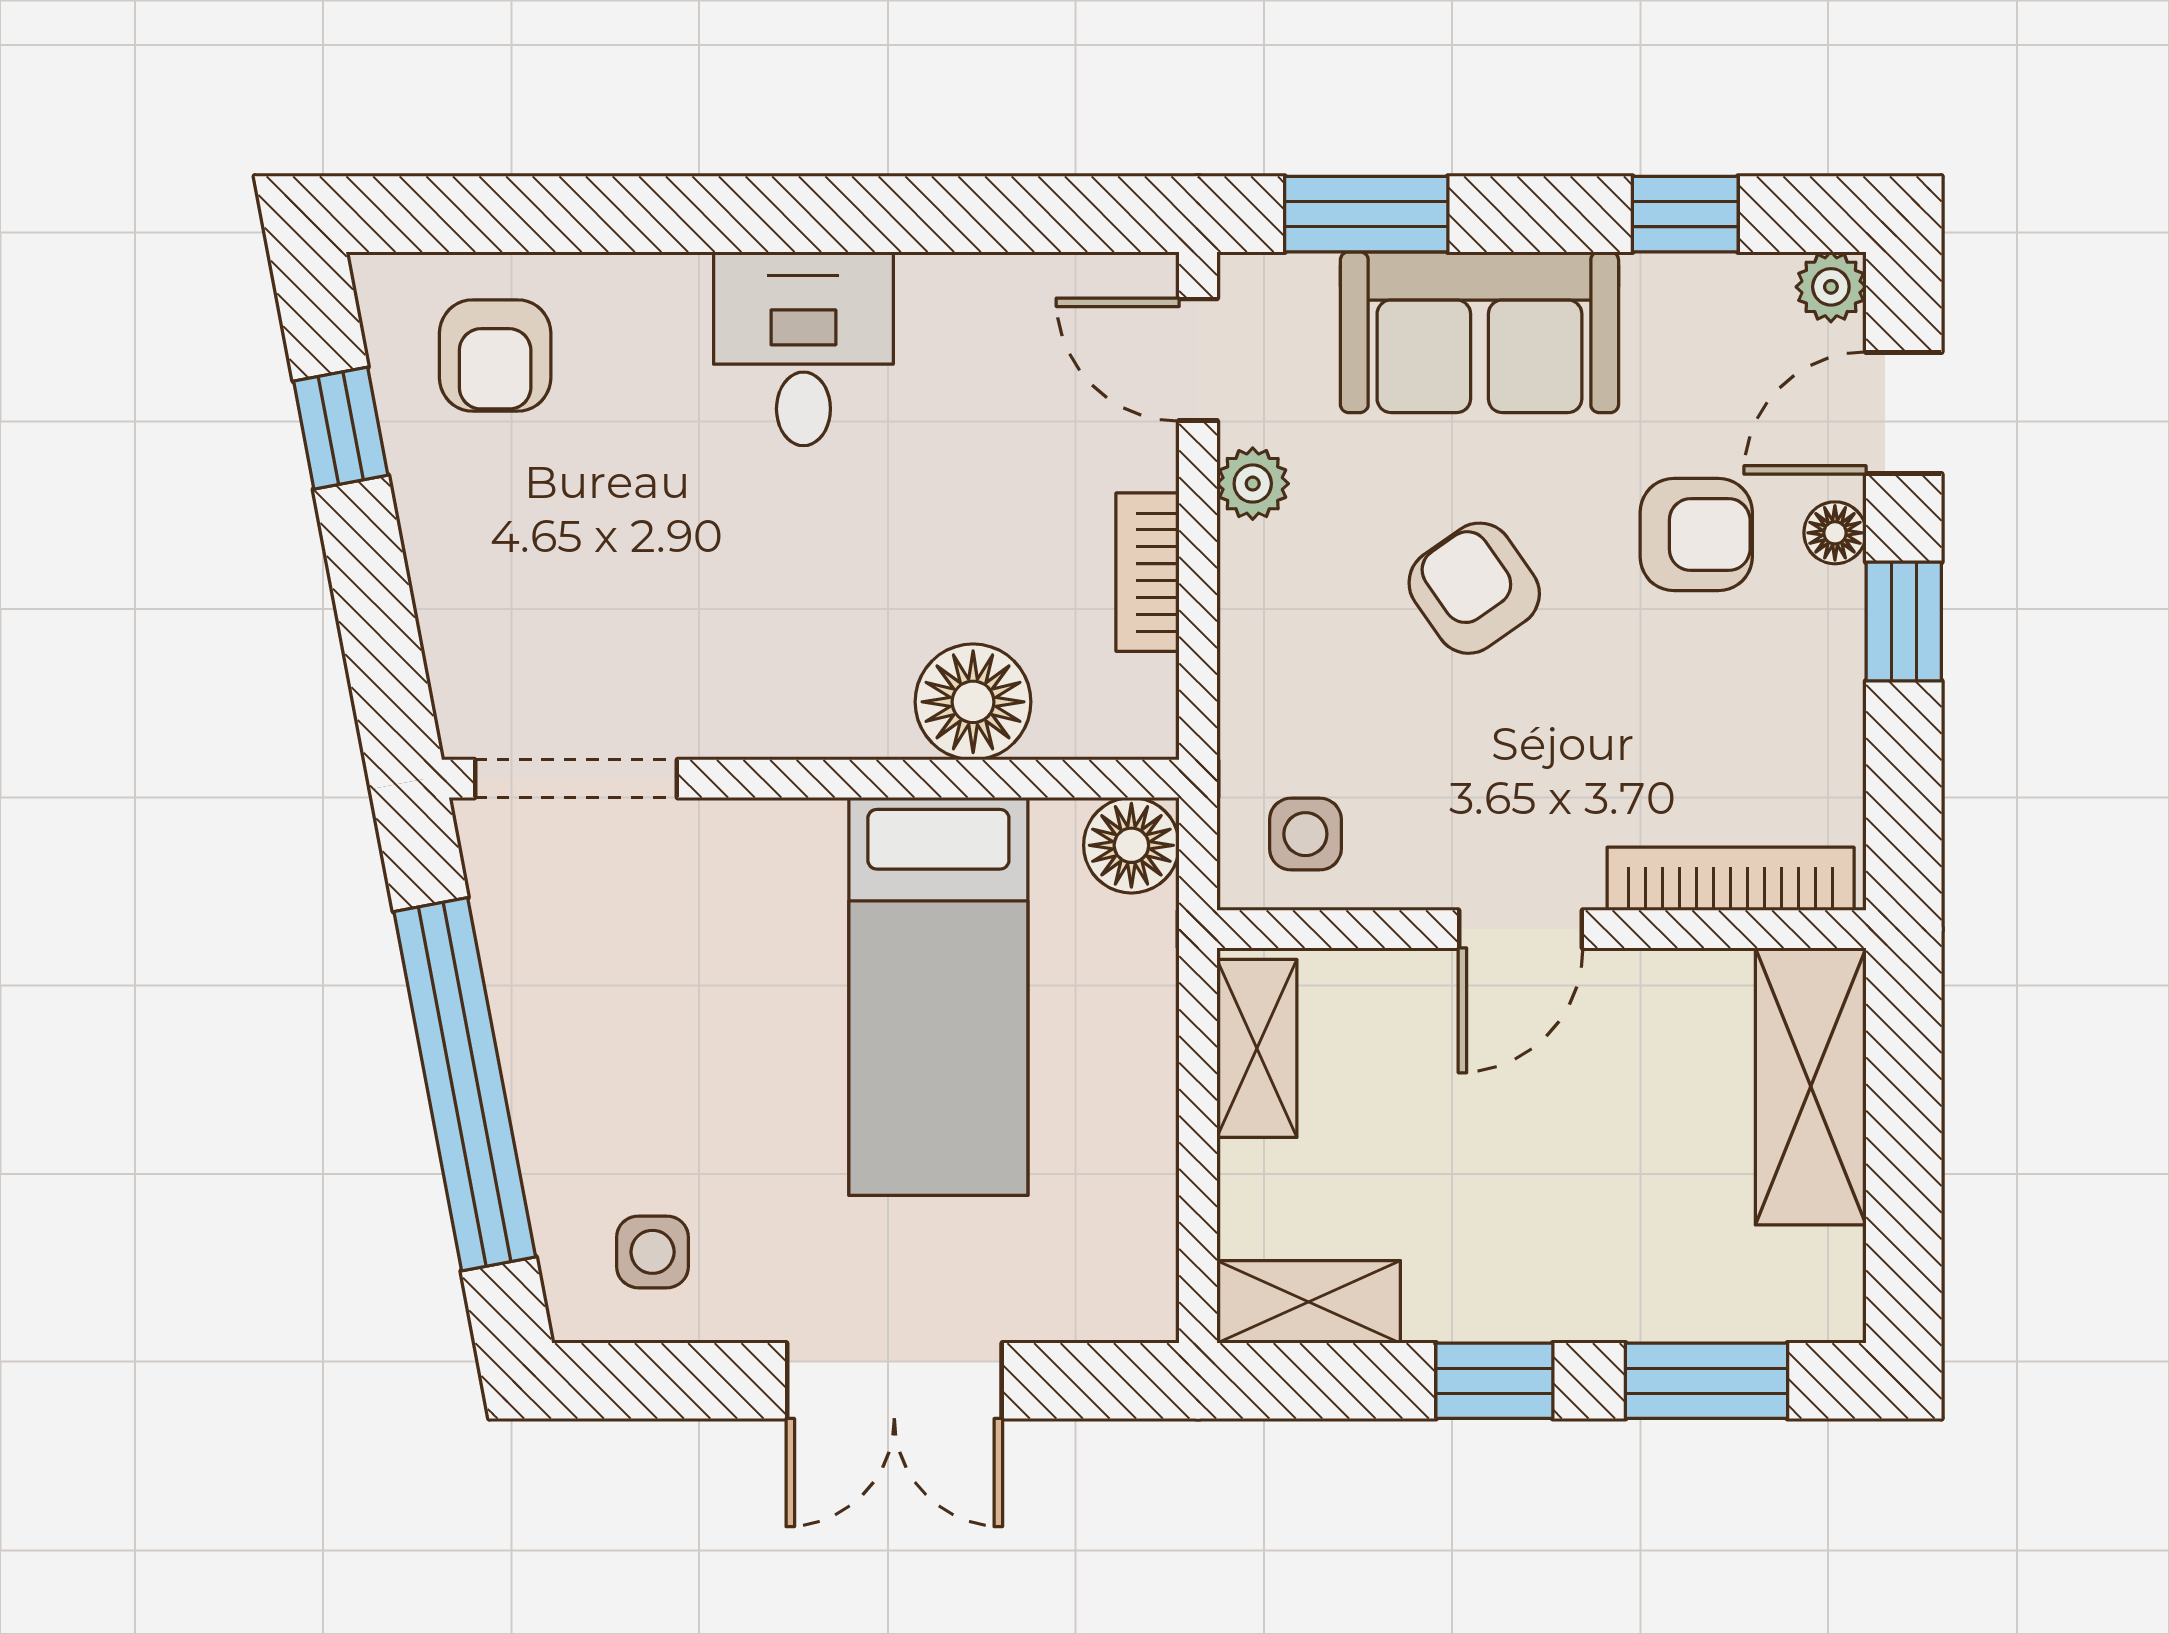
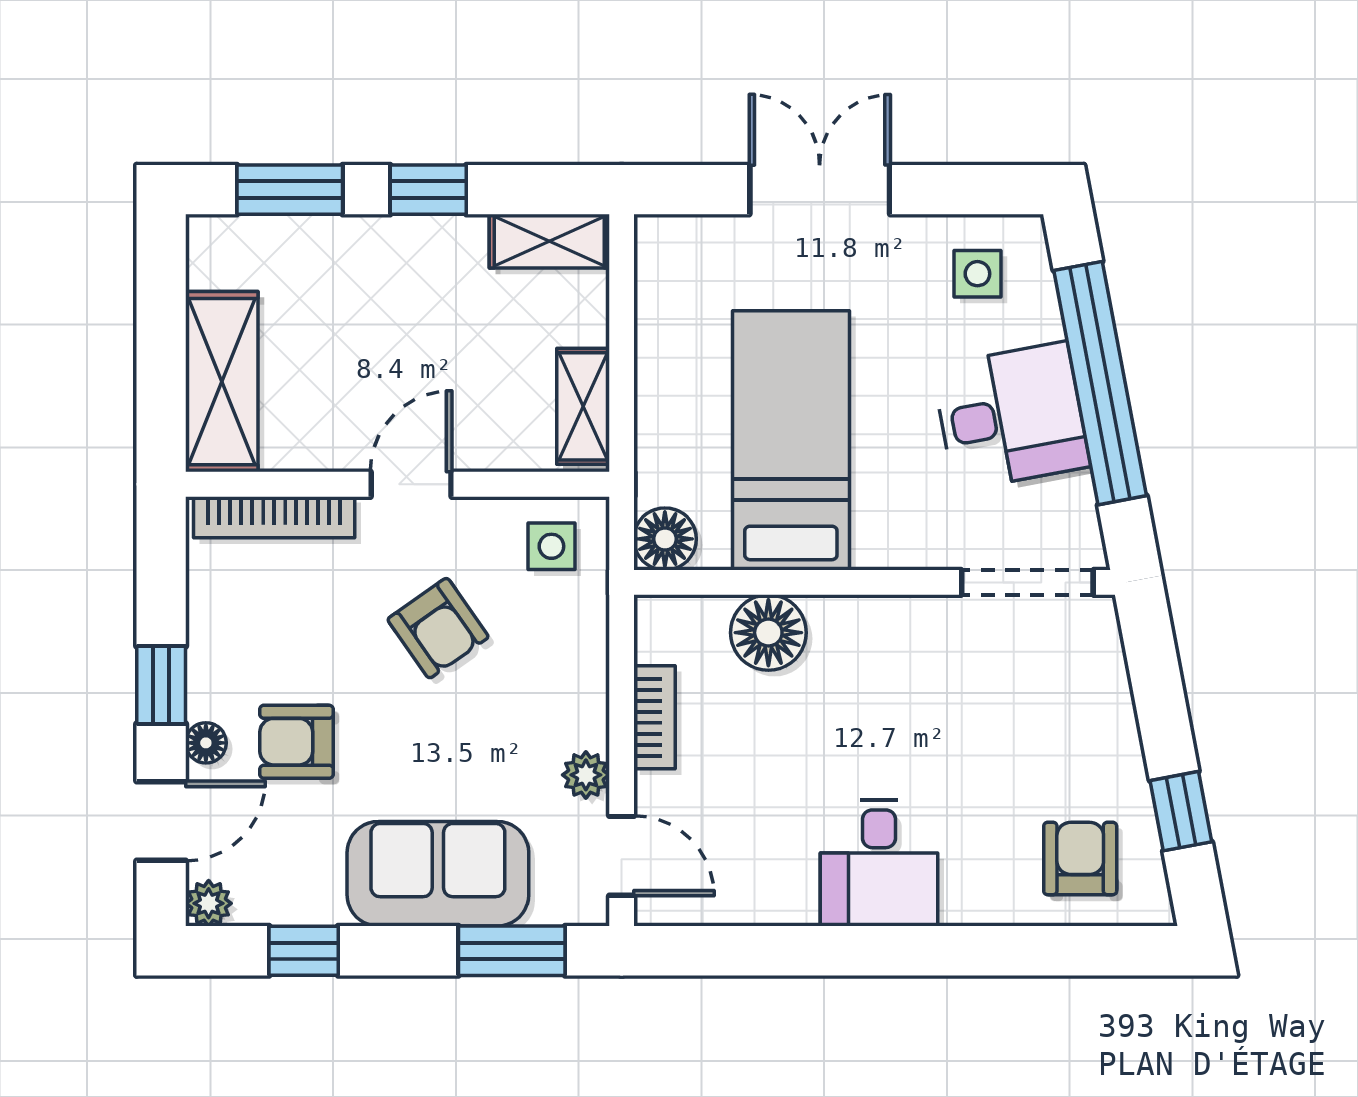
armchair: (1474, 588) -> (438, 628), moved
desk: (601, 1033) -> (1011, 416), added

